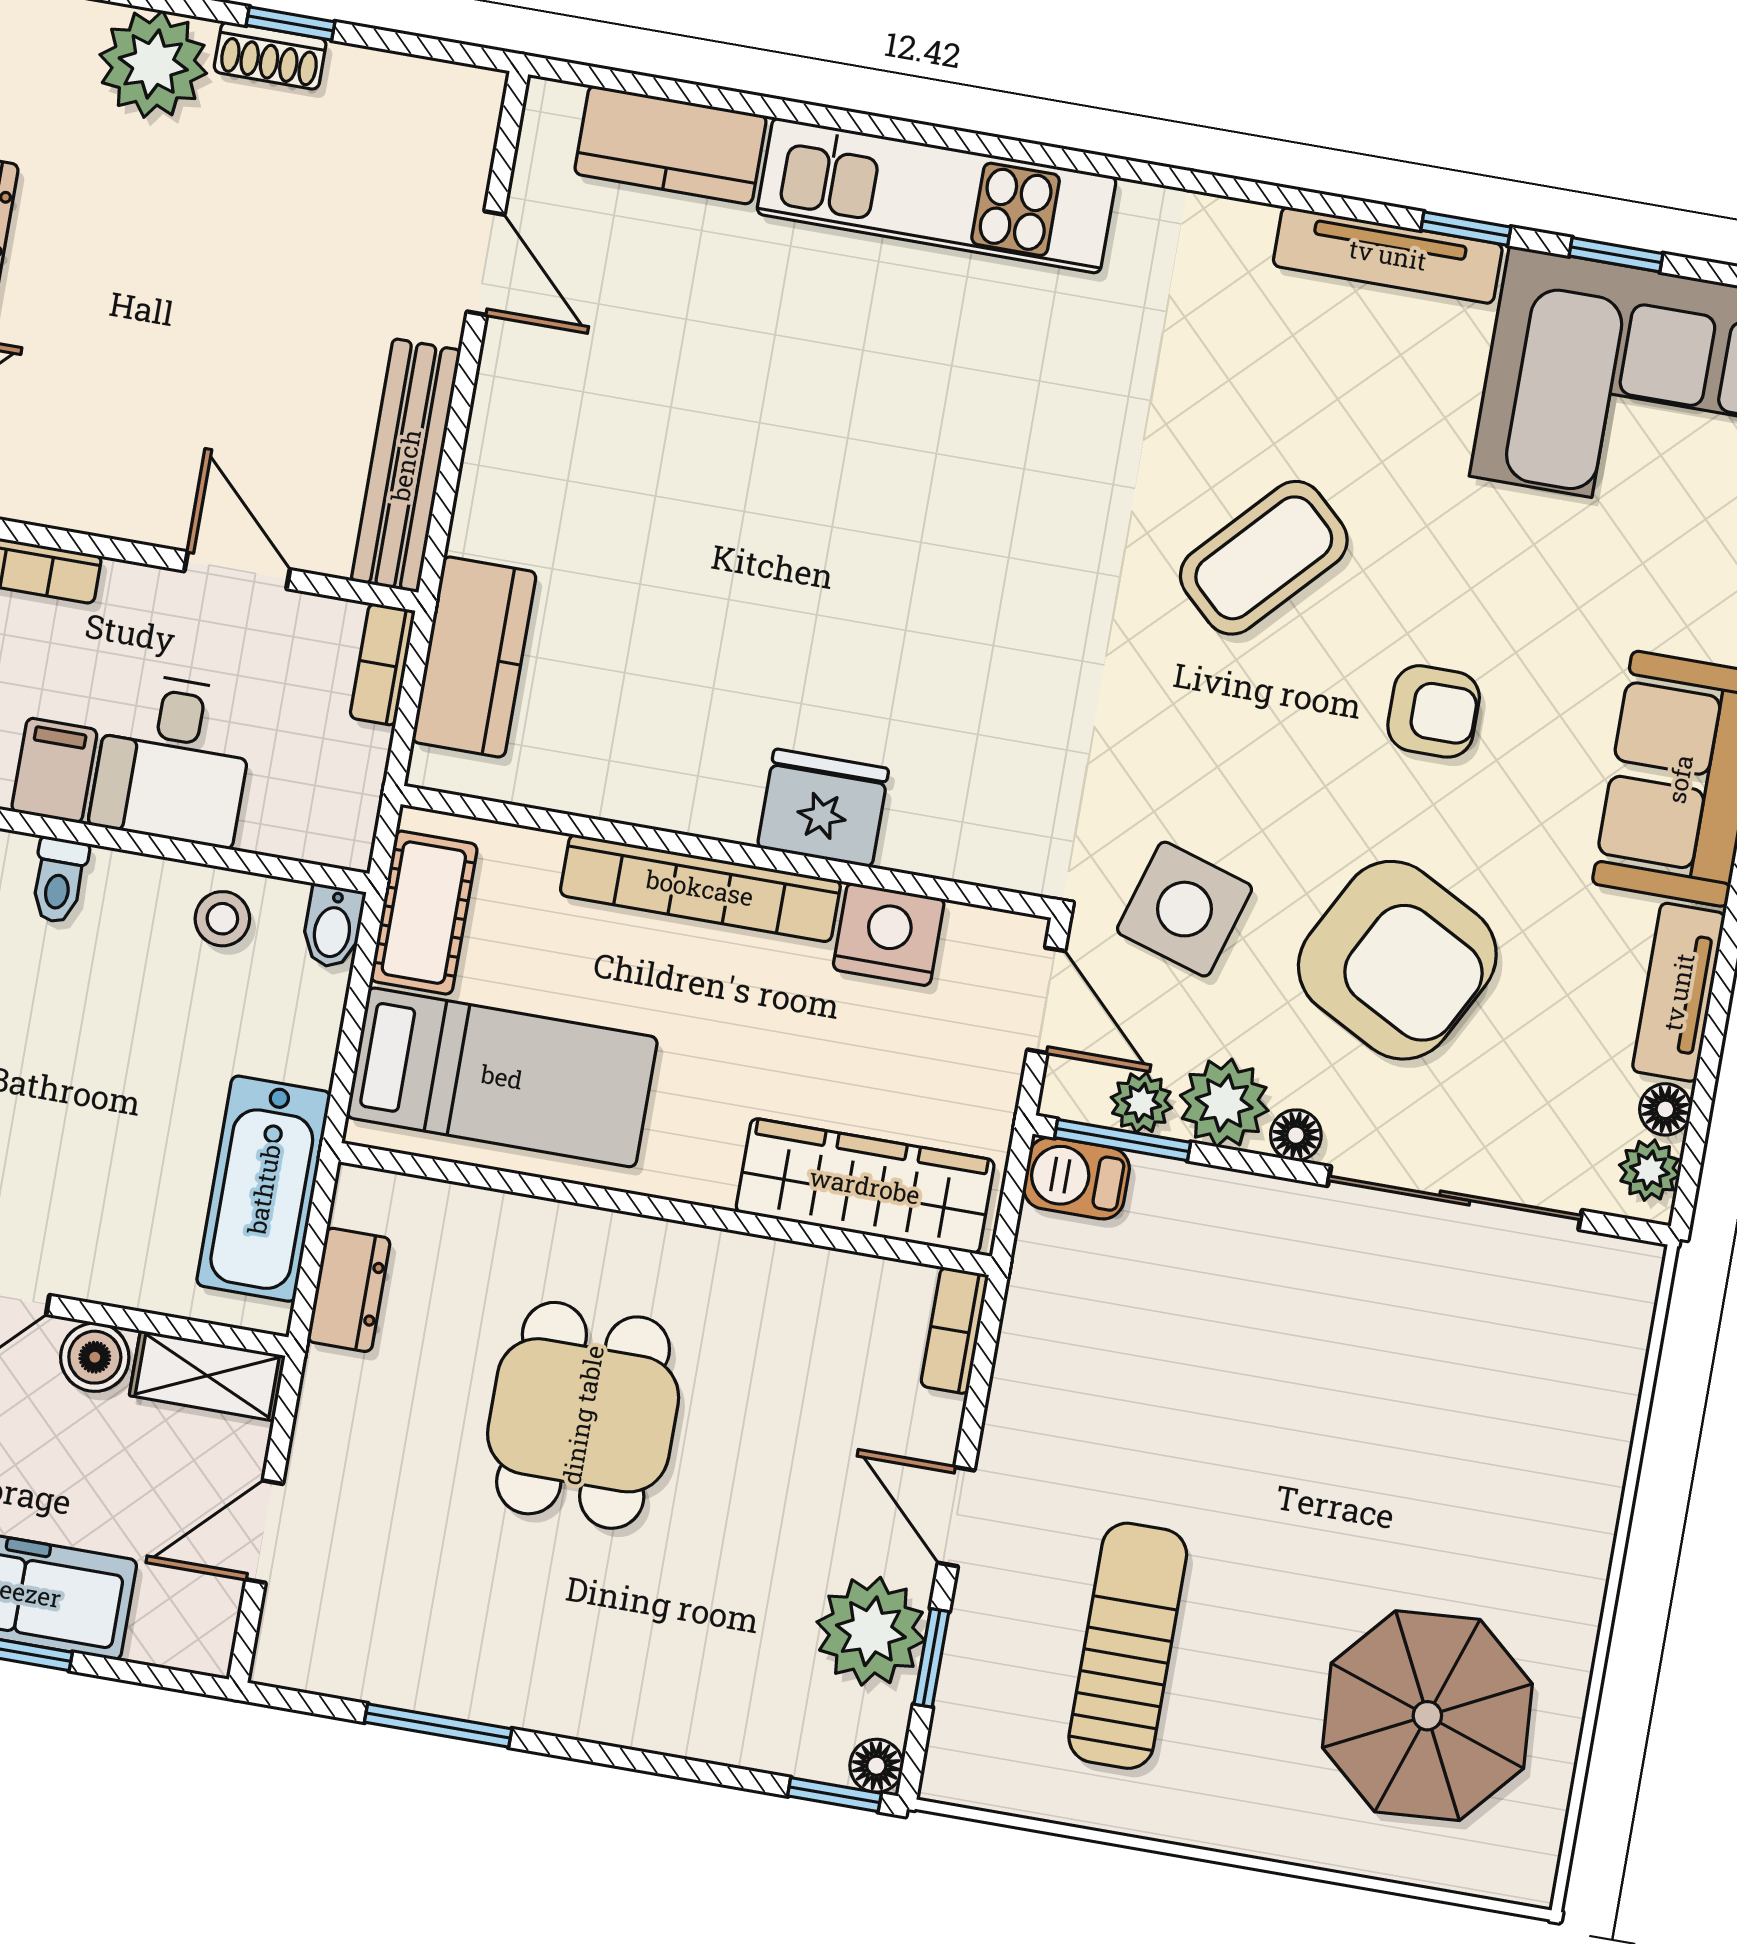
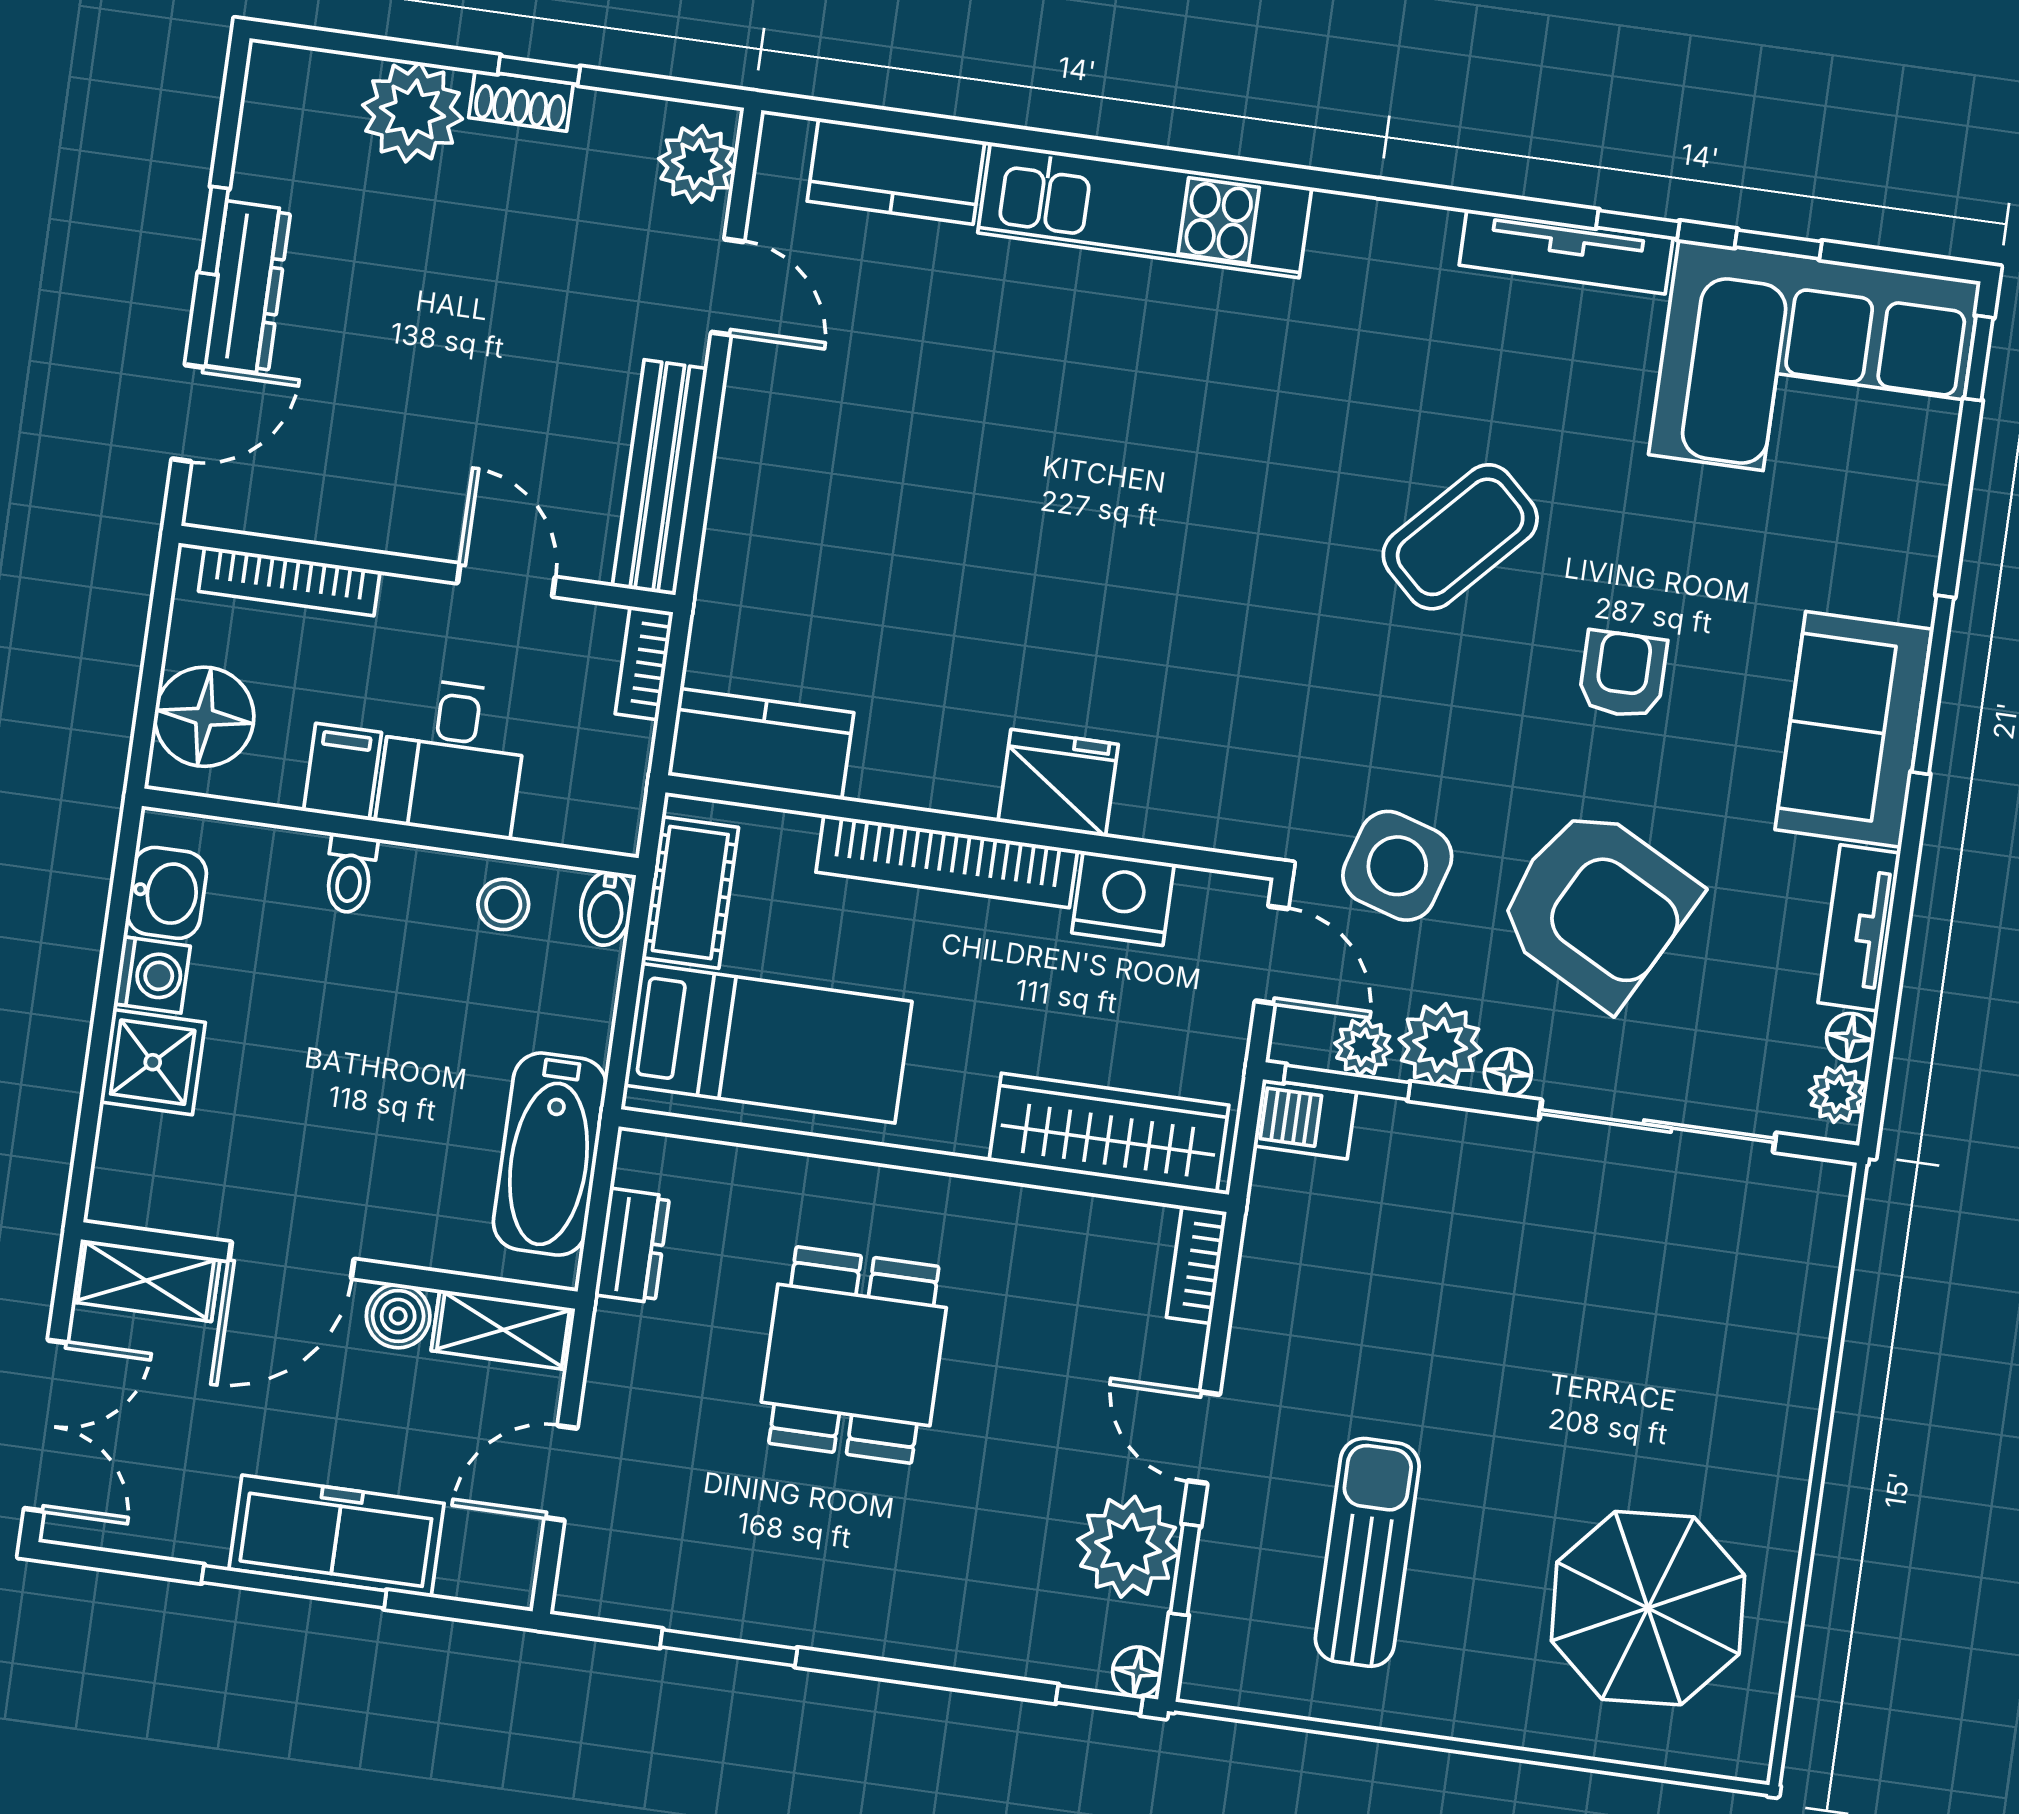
plant: (457, 130) -> (697, 164), added
kitchen counter: (474, 657) -> (761, 744), moved, turned -90
armchair: (1434, 711) -> (1623, 674), turned -90

